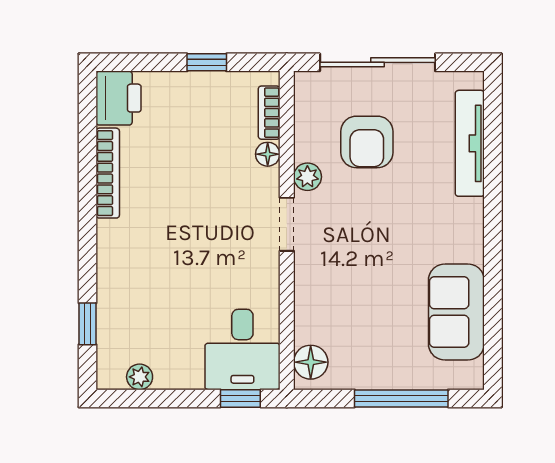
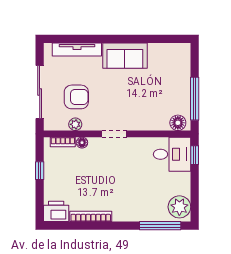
plant: (307, 177) -> (75, 124), moved
sofa: (456, 312) -> (125, 56), moved
window: (87, 324) -> (160, 226), width x2.17
plant: (140, 377) -> (179, 207), width x1.87, depth x1.87
window: (401, 398) -> (195, 99), moved

